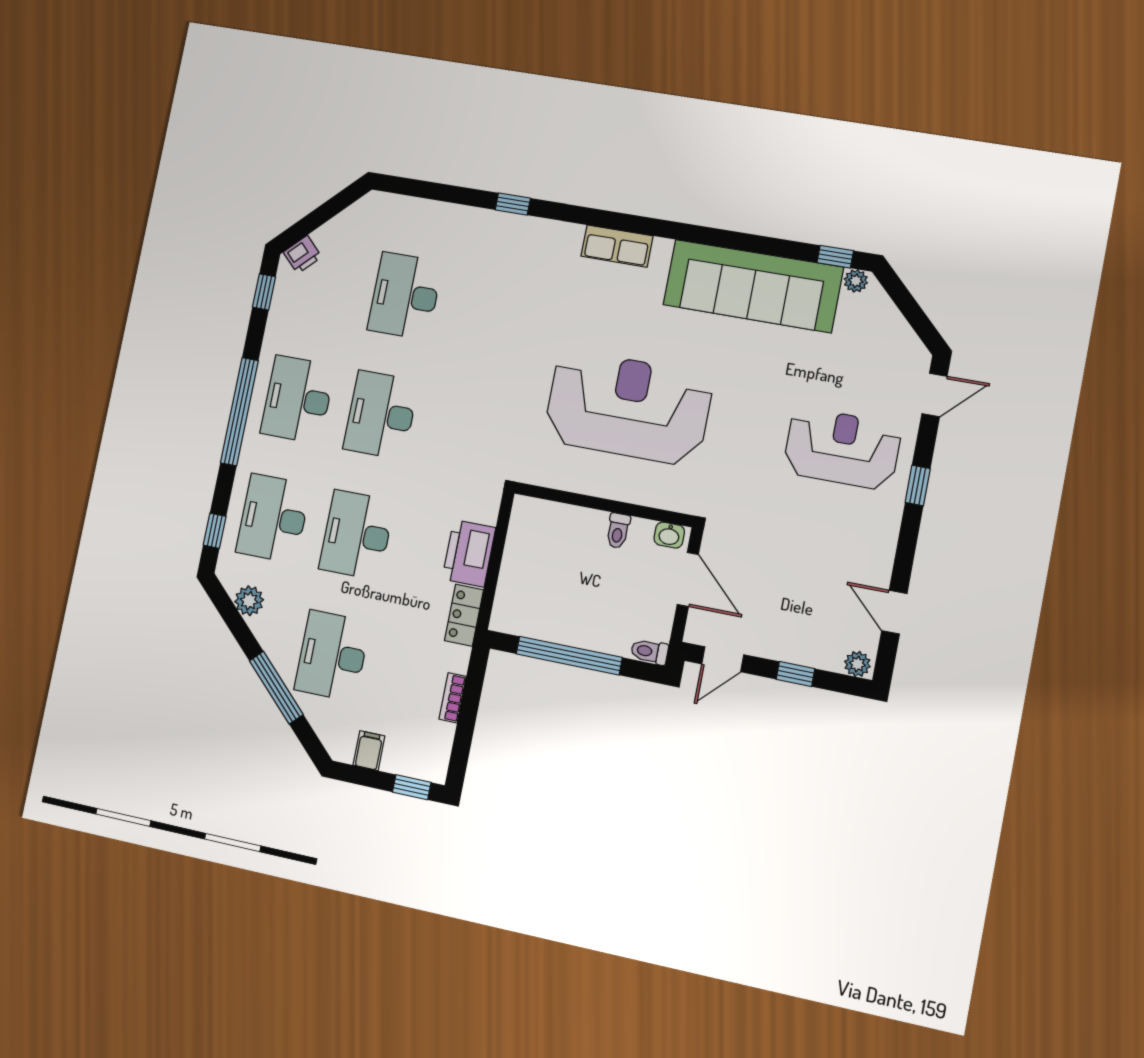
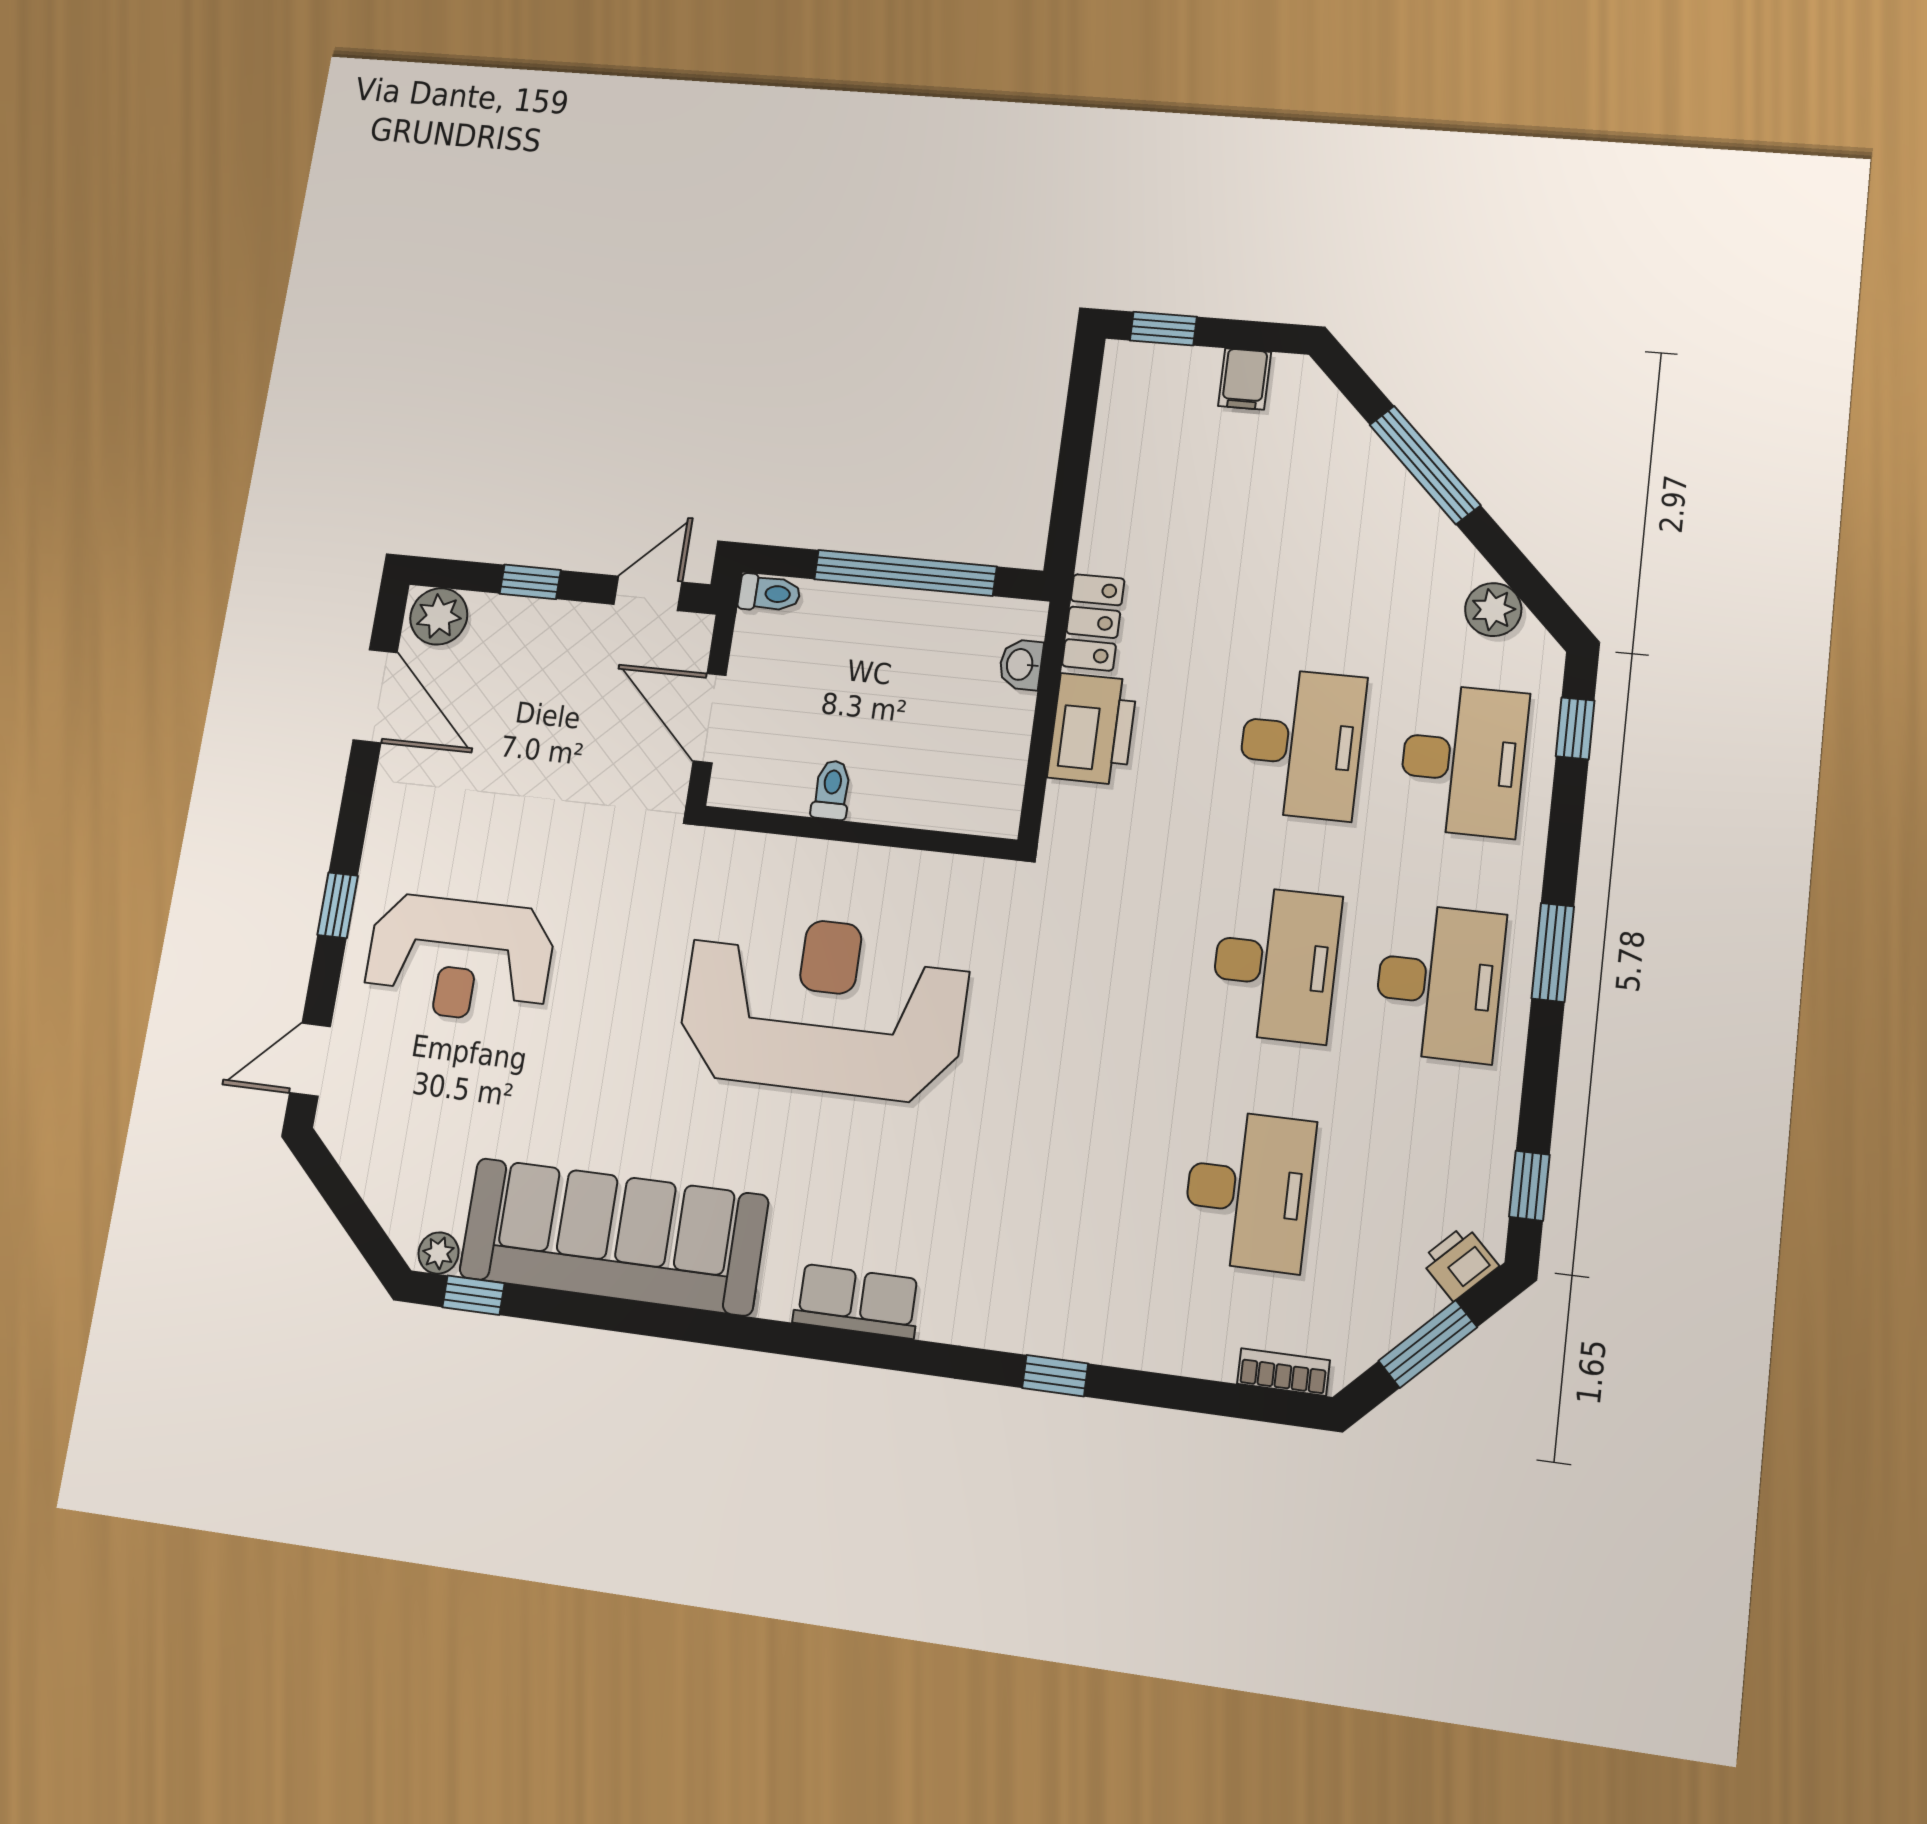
window: (322, 215) -> (1428, 1344), added
reception desk: (628, 408) -> (824, 1006), turned 180
window: (239, 412) -> (1553, 952), width x0.47
washbasin: (669, 535) -> (1021, 665), moved, turned -90
door: (894, 612) -> (375, 696), width x1.38
desk: (332, 656) -> (1326, 530), removed
plant: (857, 664) -> (439, 616), width x1.38, depth x1.38
bookcase: (453, 698) -> (1283, 1372), moved, turned -90

